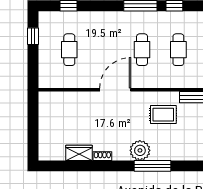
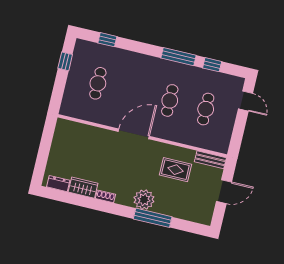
dresser: (54, 155) -> (58, 184), added

